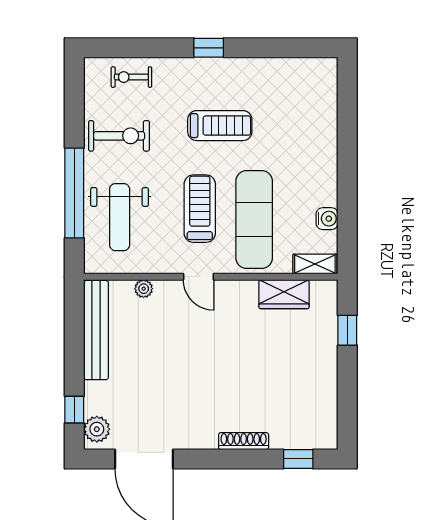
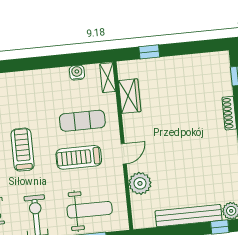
exercise mat: (254, 220) -> (82, 121), width x0.73, depth x0.69
plant: (144, 289) -> (140, 183), width x1.88, depth x1.88
bench: (96, 330) -> (189, 216), moved

